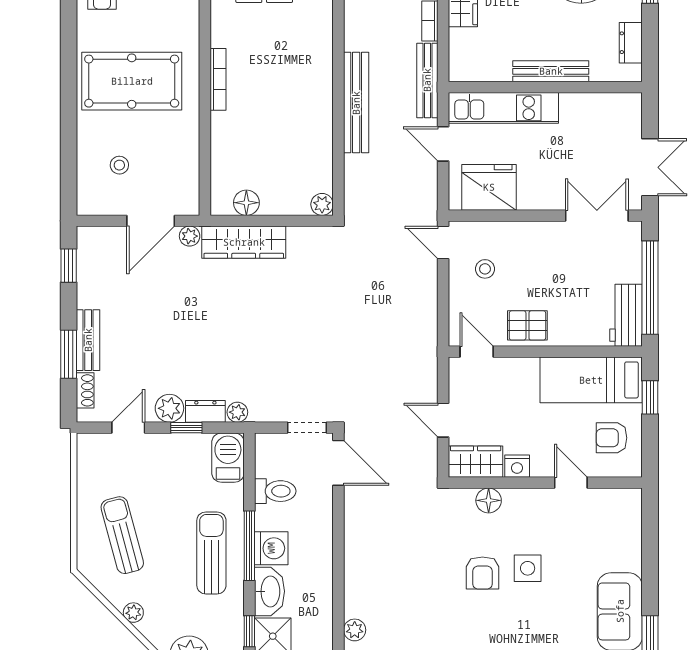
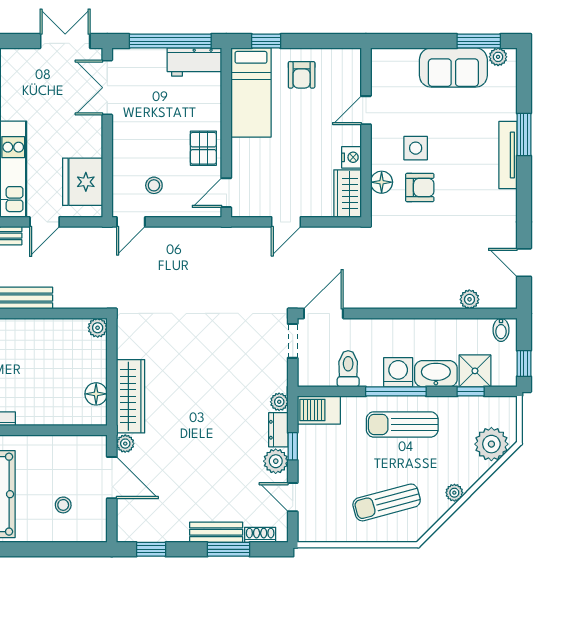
wardrobe: (476, 462) -> (348, 194), moved
nightstand: (517, 466) -> (352, 157), moved
wall: (545, 483) -> (366, 133), moved
door: (571, 483) -> (366, 110), moved
floor lamp: (489, 500) -> (382, 182), moved

